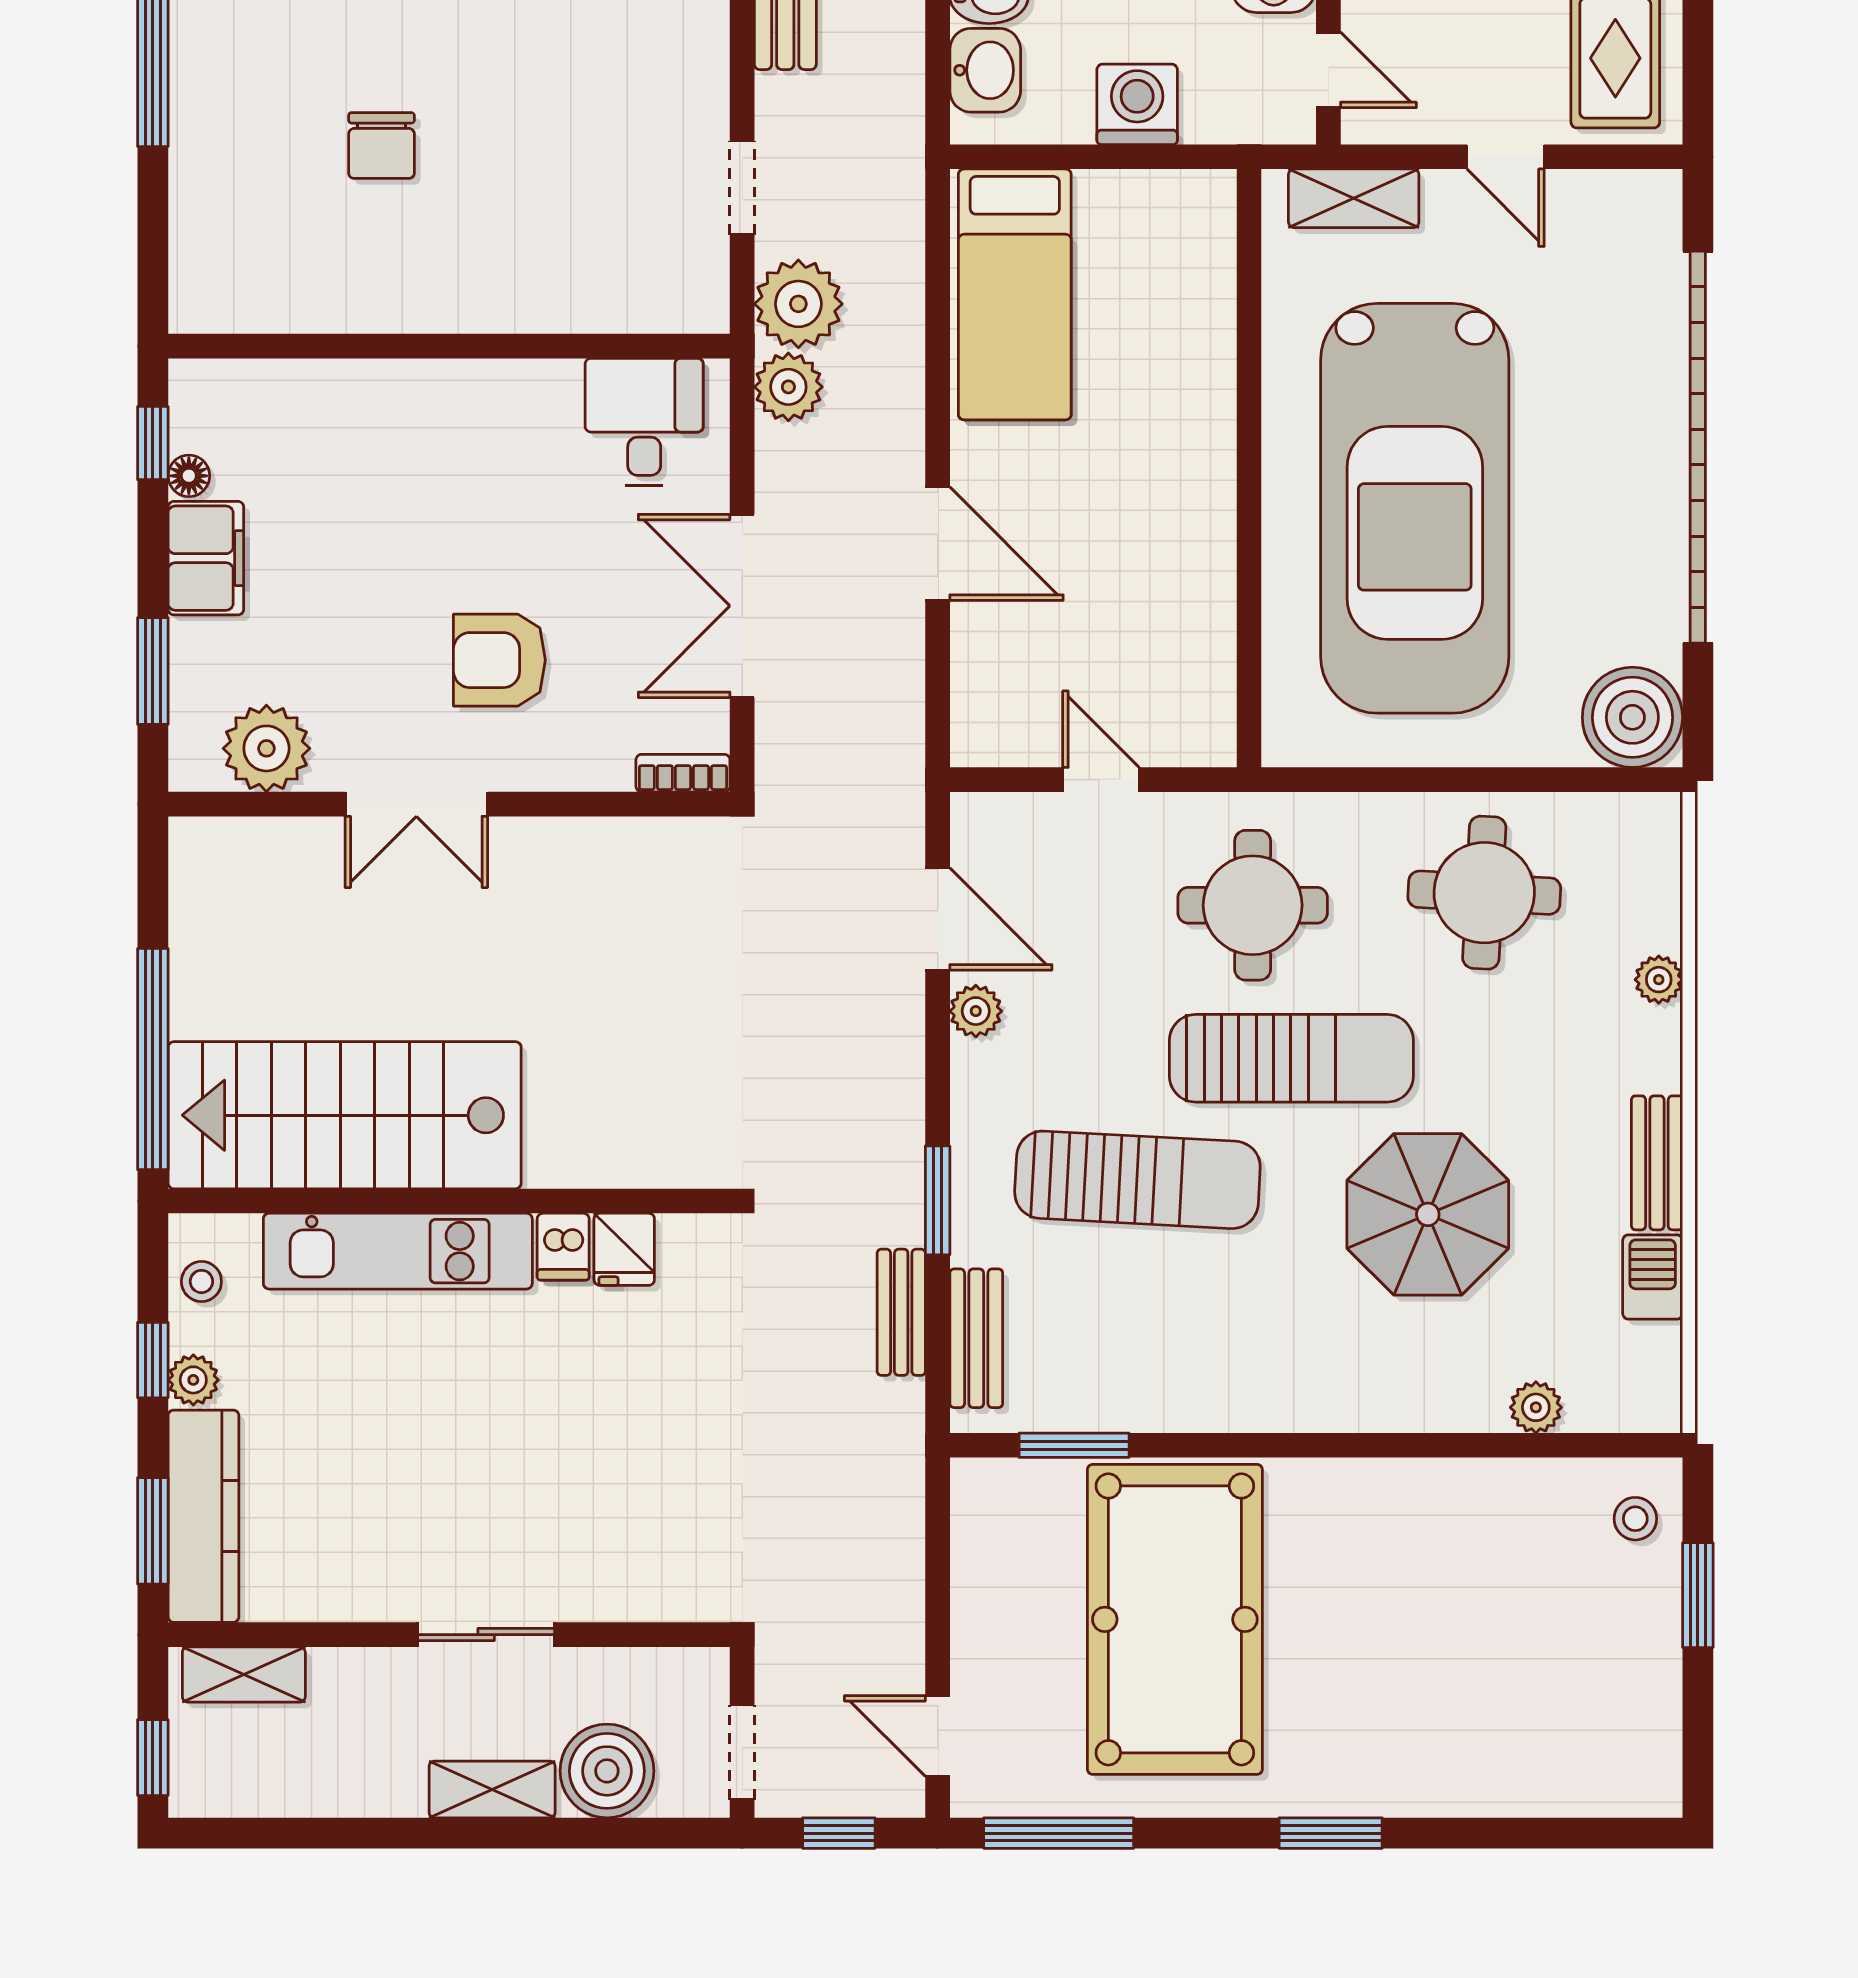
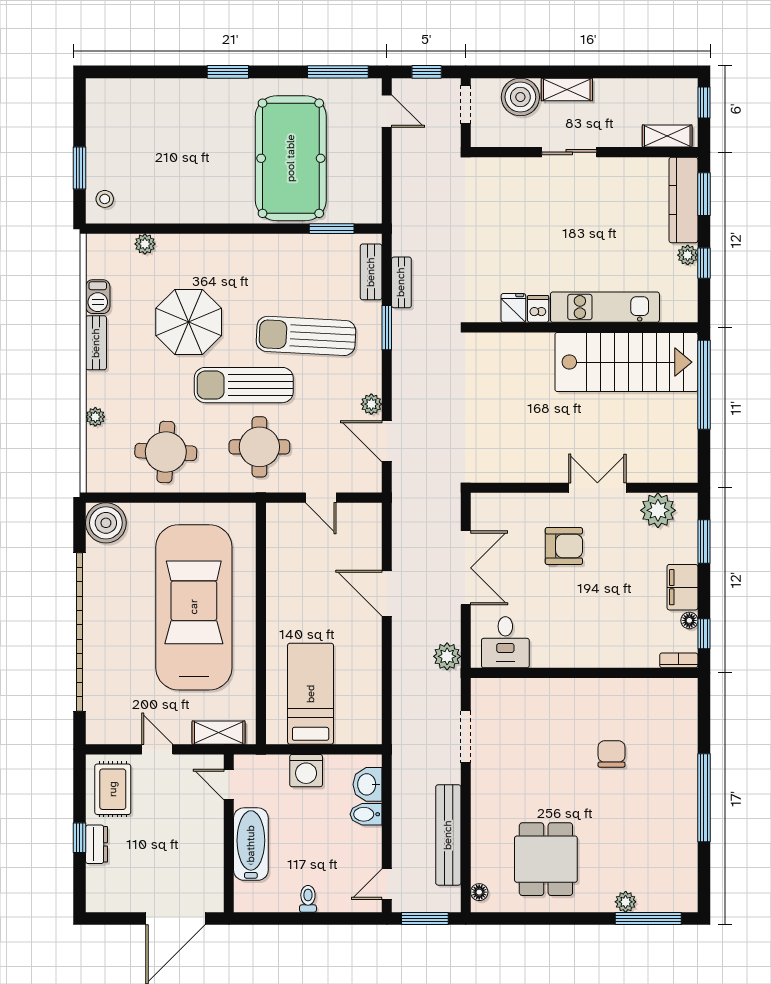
doorway: (742, 188) -> (466, 737), width x1.38
bed: (1015, 294) -> (311, 694), moved
plant: (798, 304) -> (443, 690), removed
bookcase: (683, 773) -> (679, 660), moved, turned 180
stool: (201, 1281) -> (684, 295), removed

